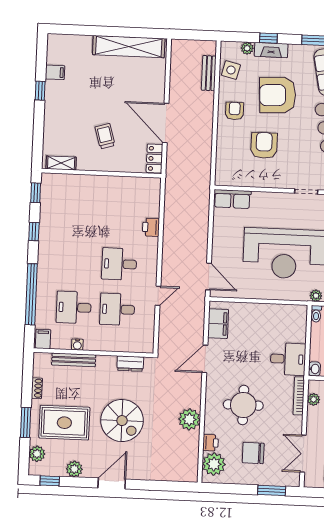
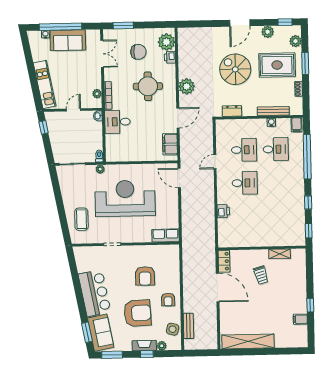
shelving: (61, 163) -> (280, 254), moved
plant: (189, 419) -> (187, 86), moved

